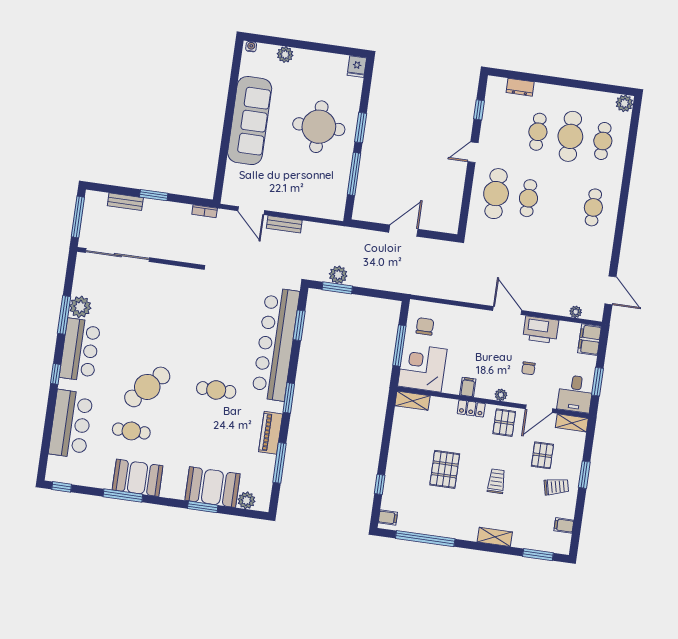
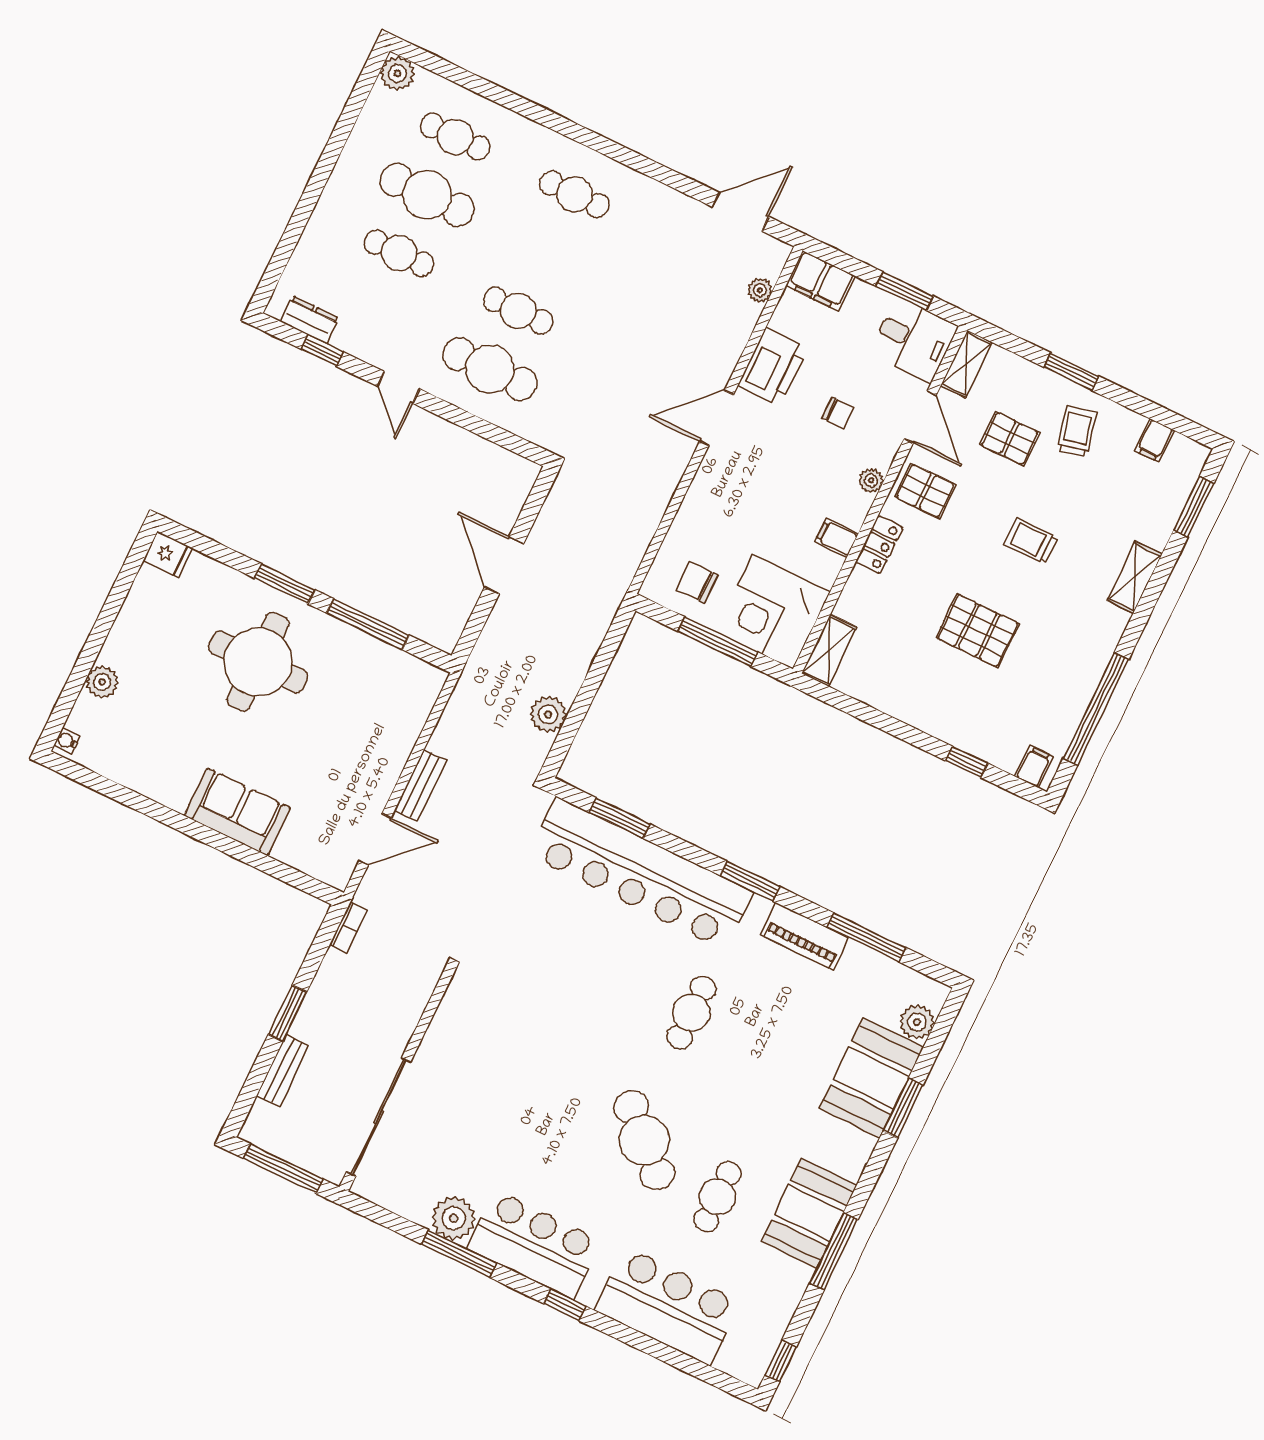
dresser: (520, 87) -> (310, 320), moved, turned -90
sofa: (250, 121) -> (237, 812), width x0.54, depth x0.79
window: (337, 288) -> (572, 724), removed

